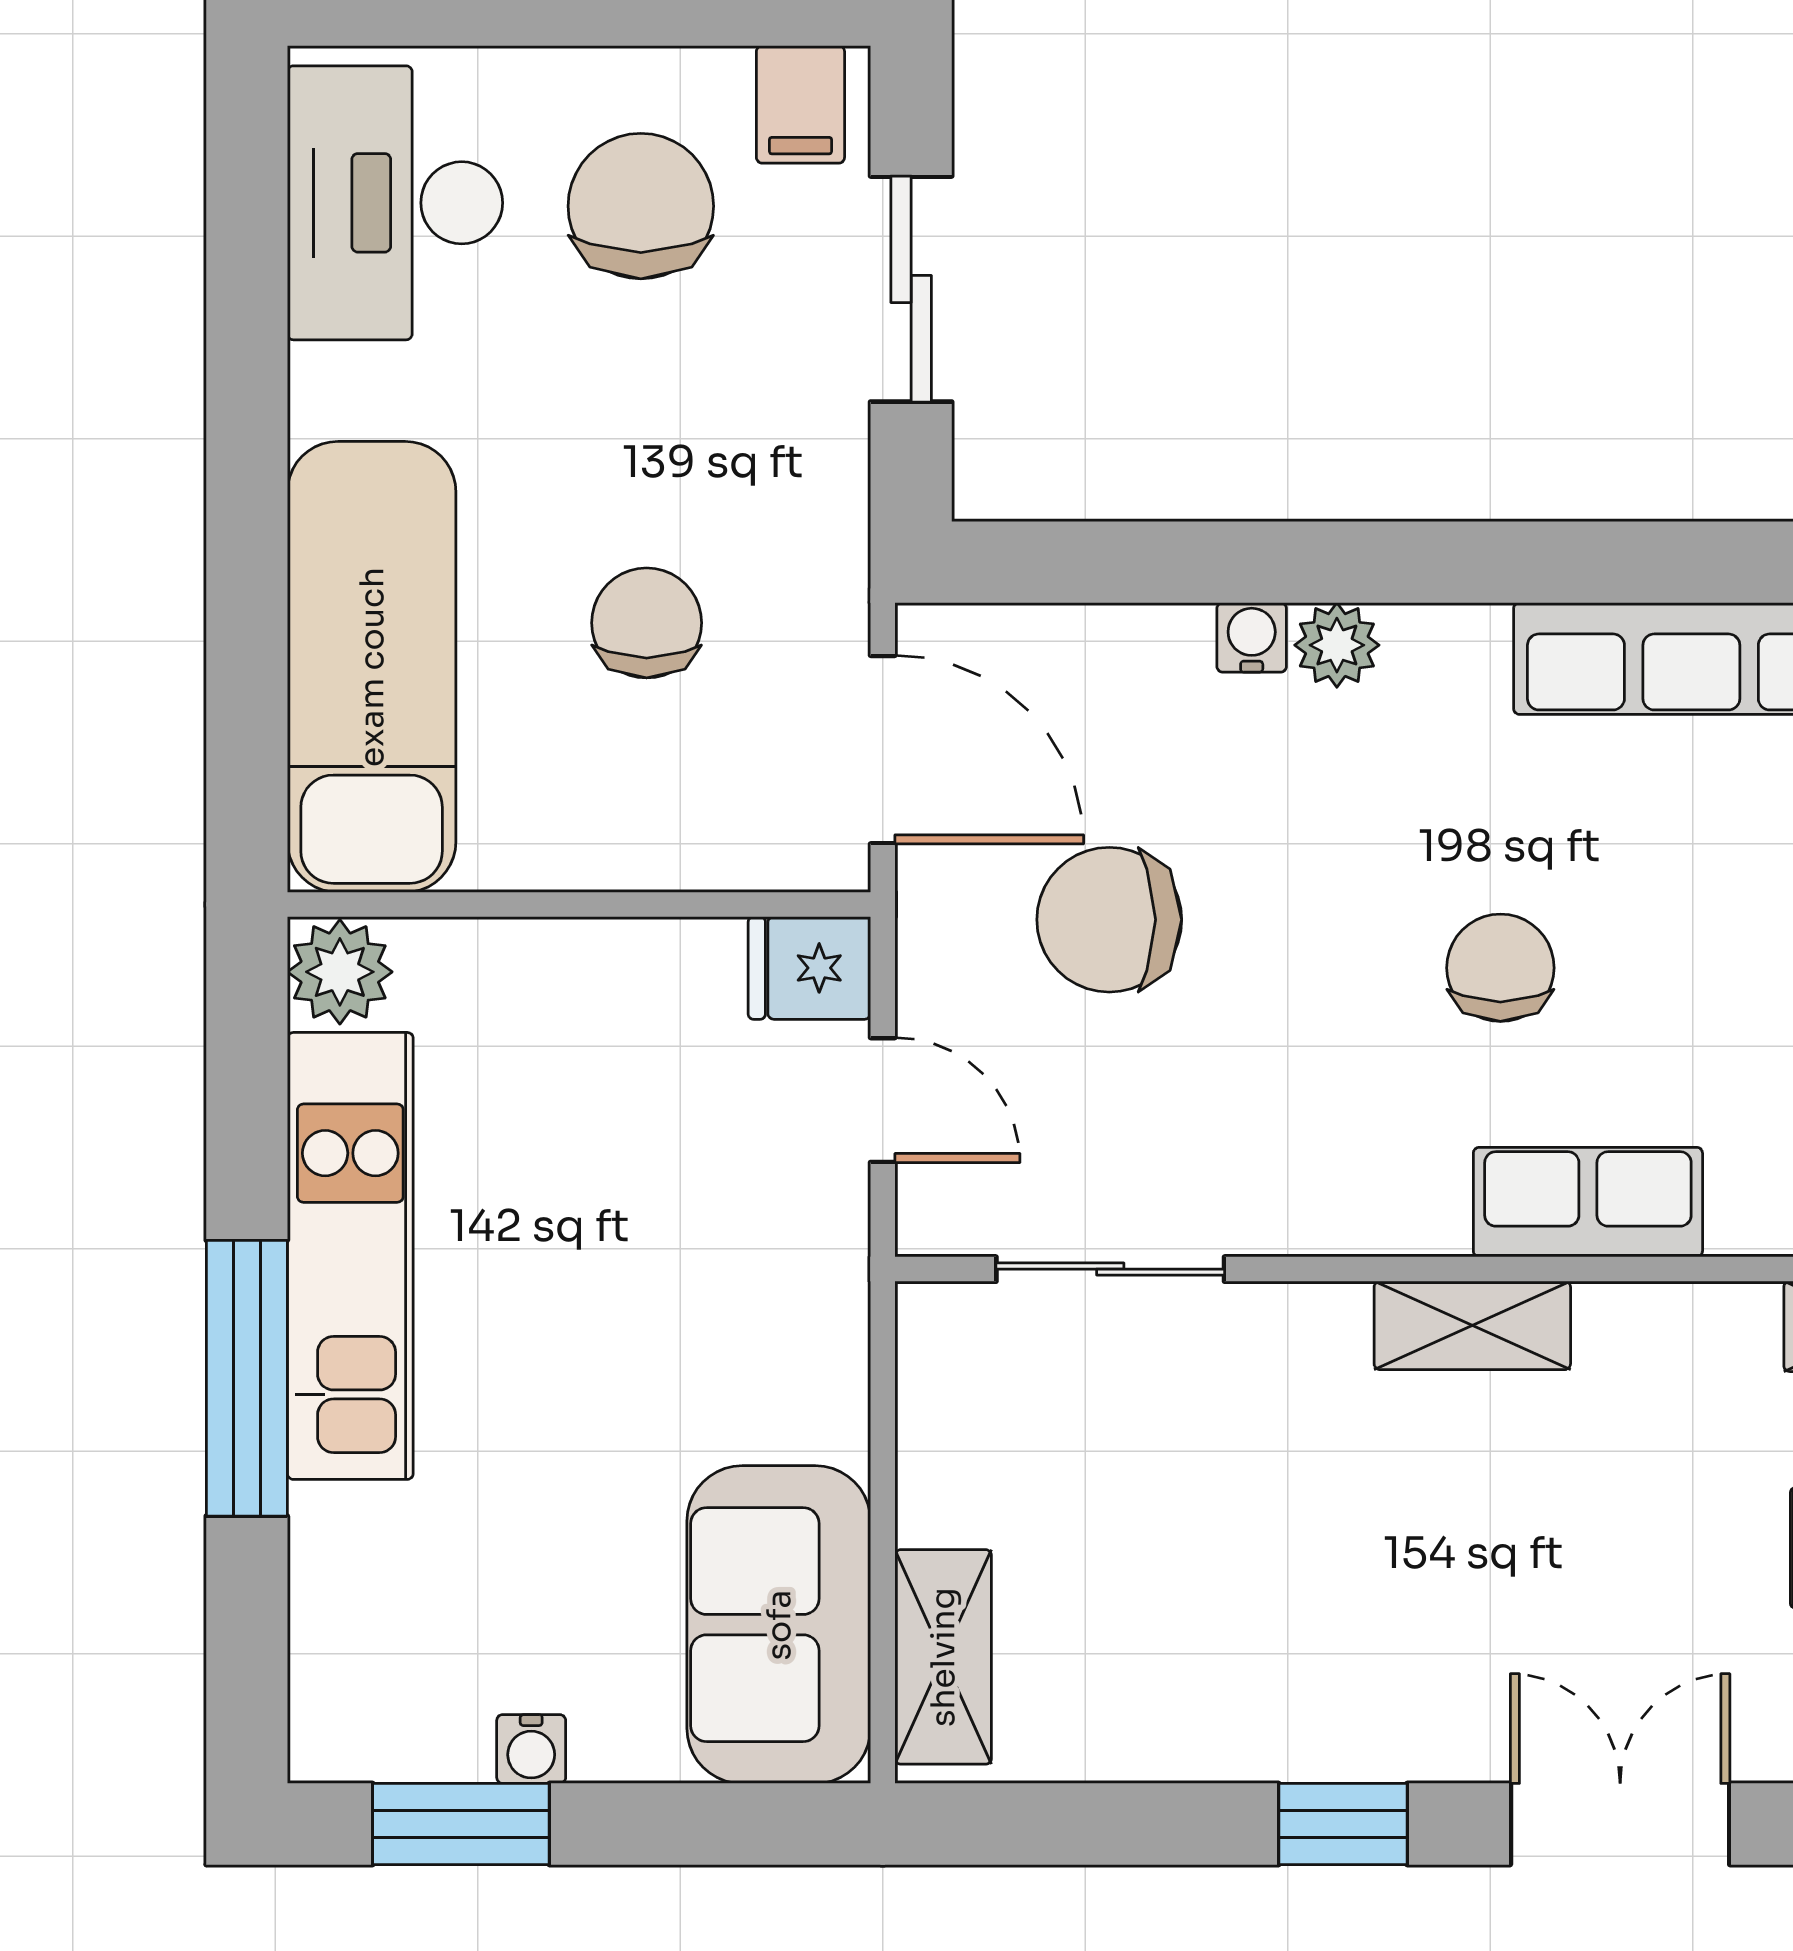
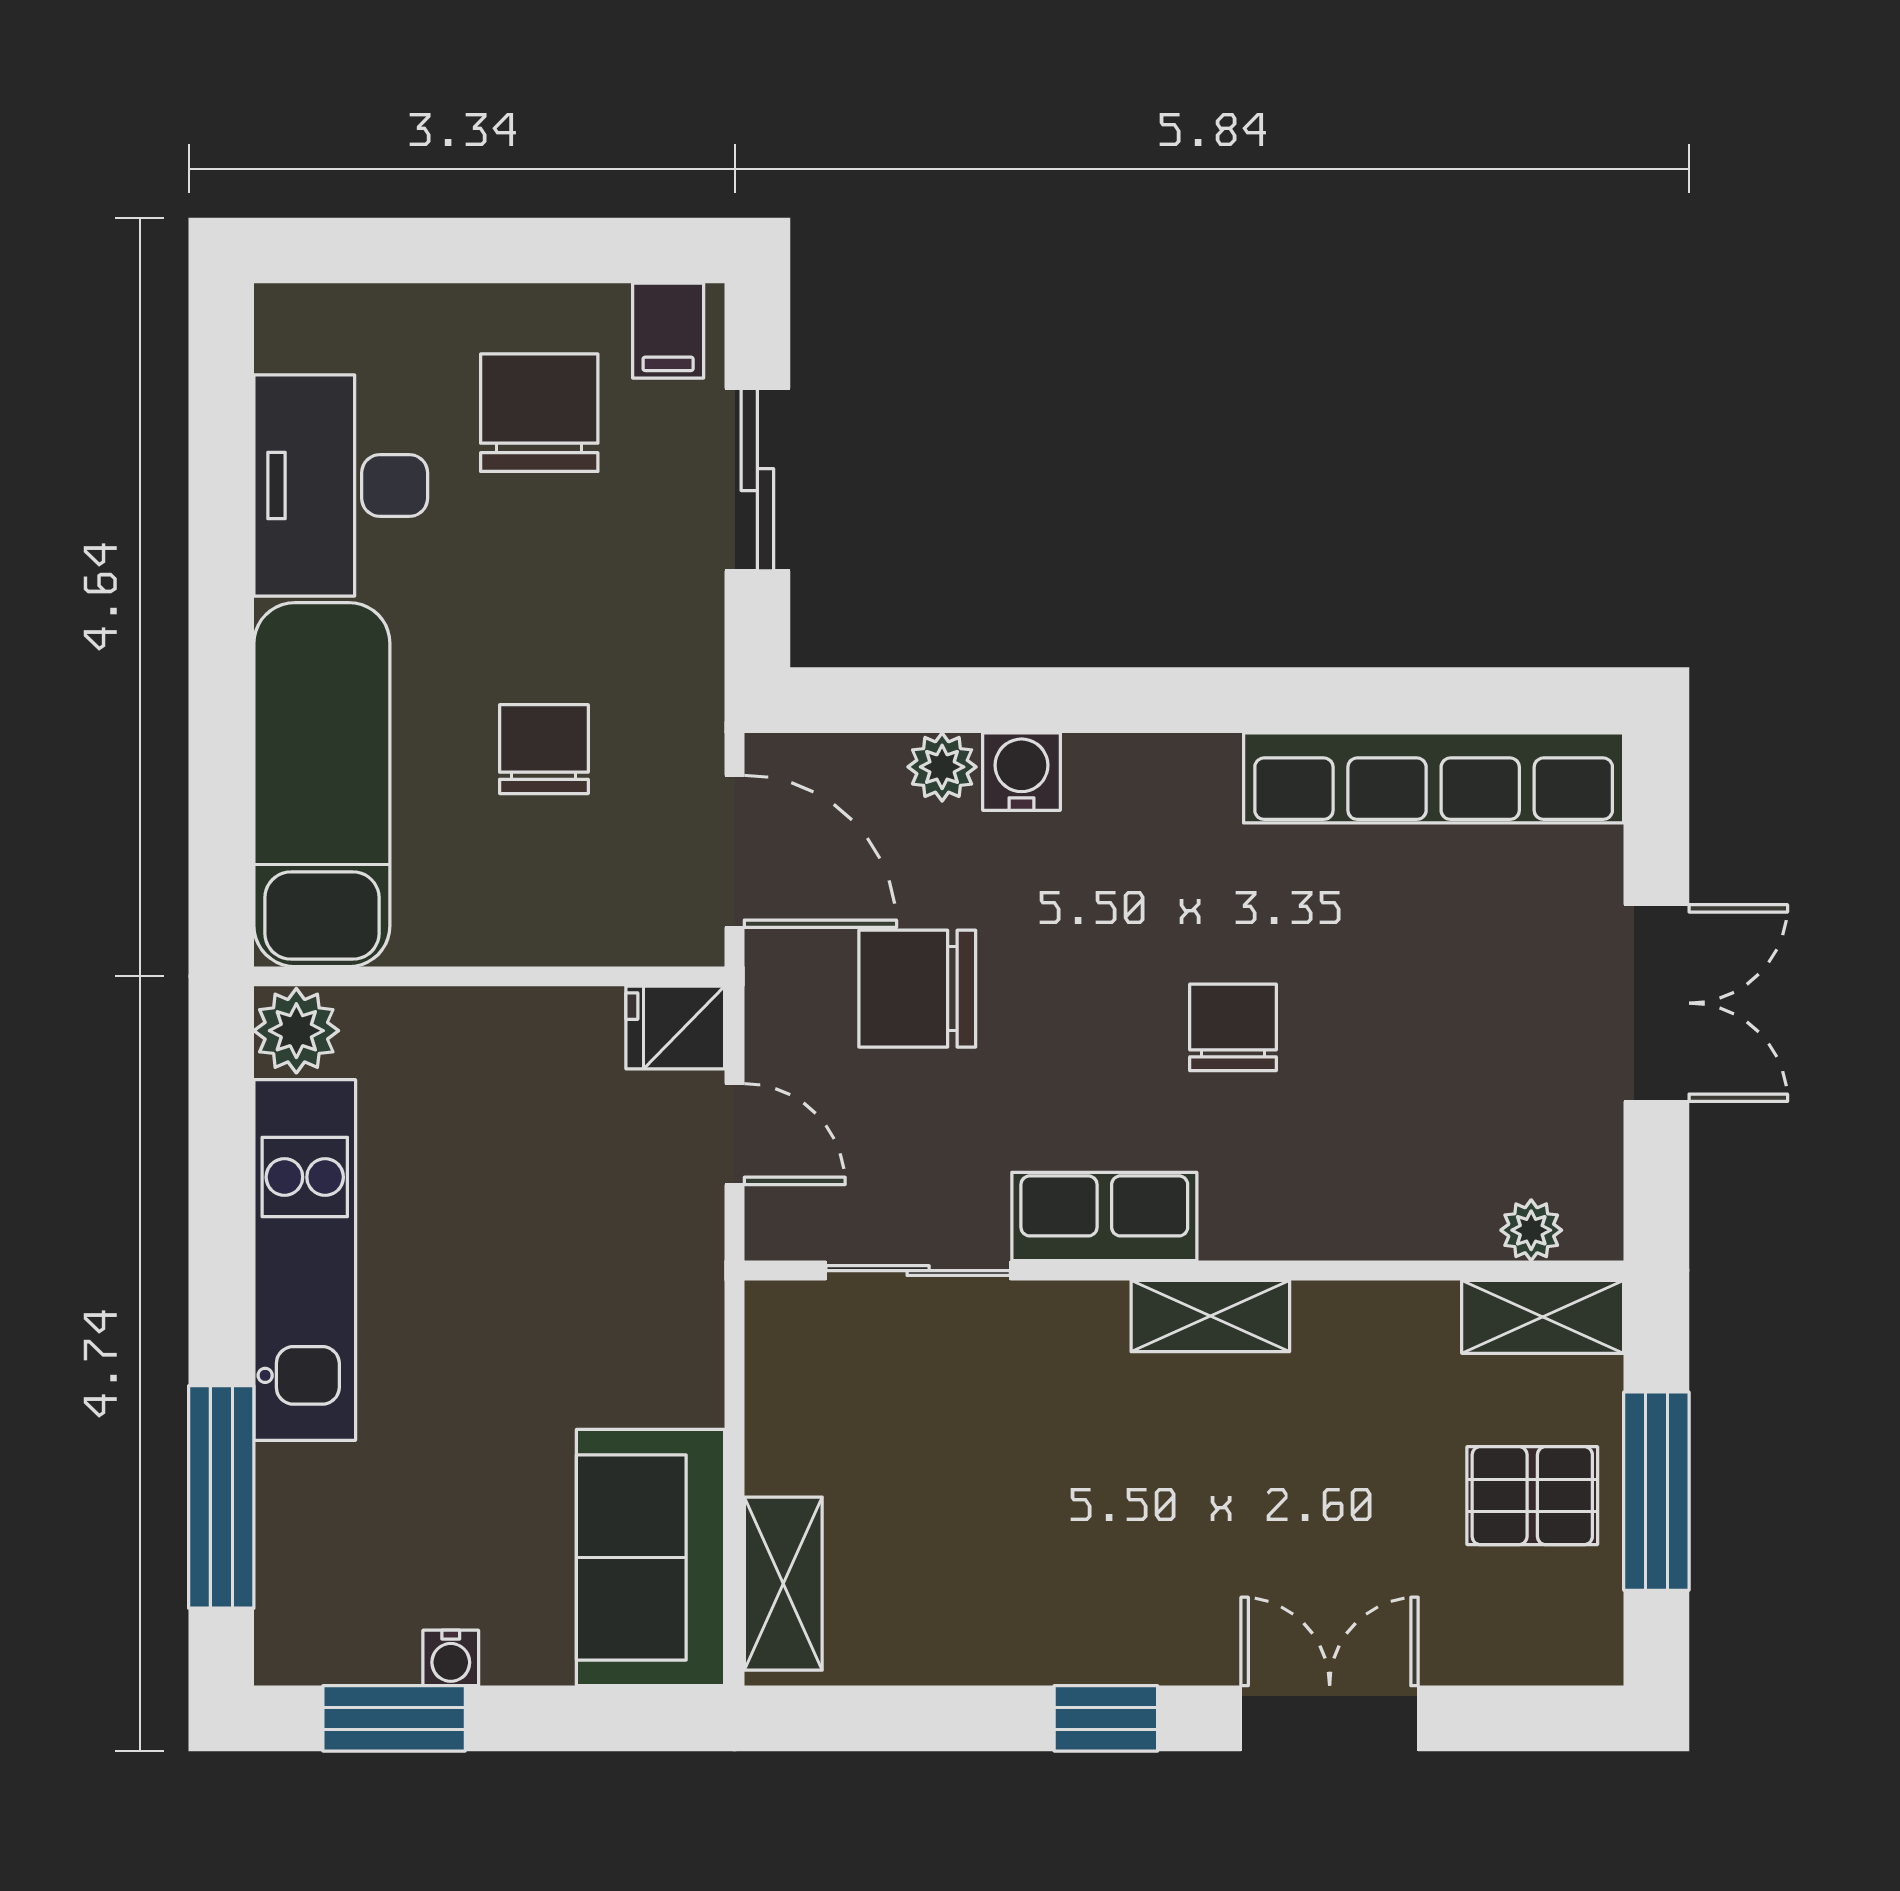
desk: (395, 203) -> (341, 486), moved
water cooler: (1252, 637) -> (1022, 772), width x1.38, depth x1.38
plant: (1337, 645) -> (942, 767), moved
row of seats: (1588, 1202) -> (1104, 1217), moved
window: (247, 1378) -> (221, 1497), moved

